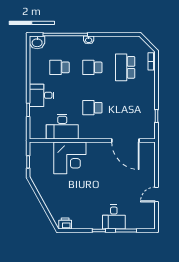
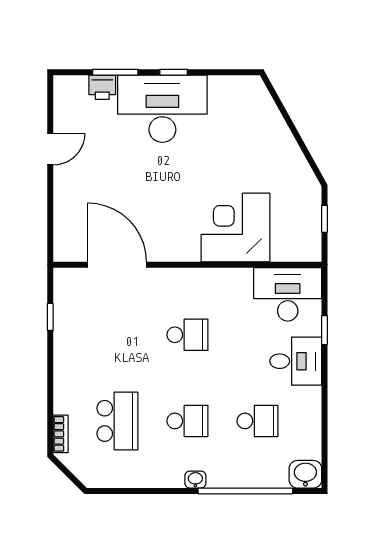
desk: (62, 127) -> (288, 294), moved
desk: (114, 217) -> (162, 109), width x1.87, depth x1.30
printer: (65, 223) -> (102, 87), moved

